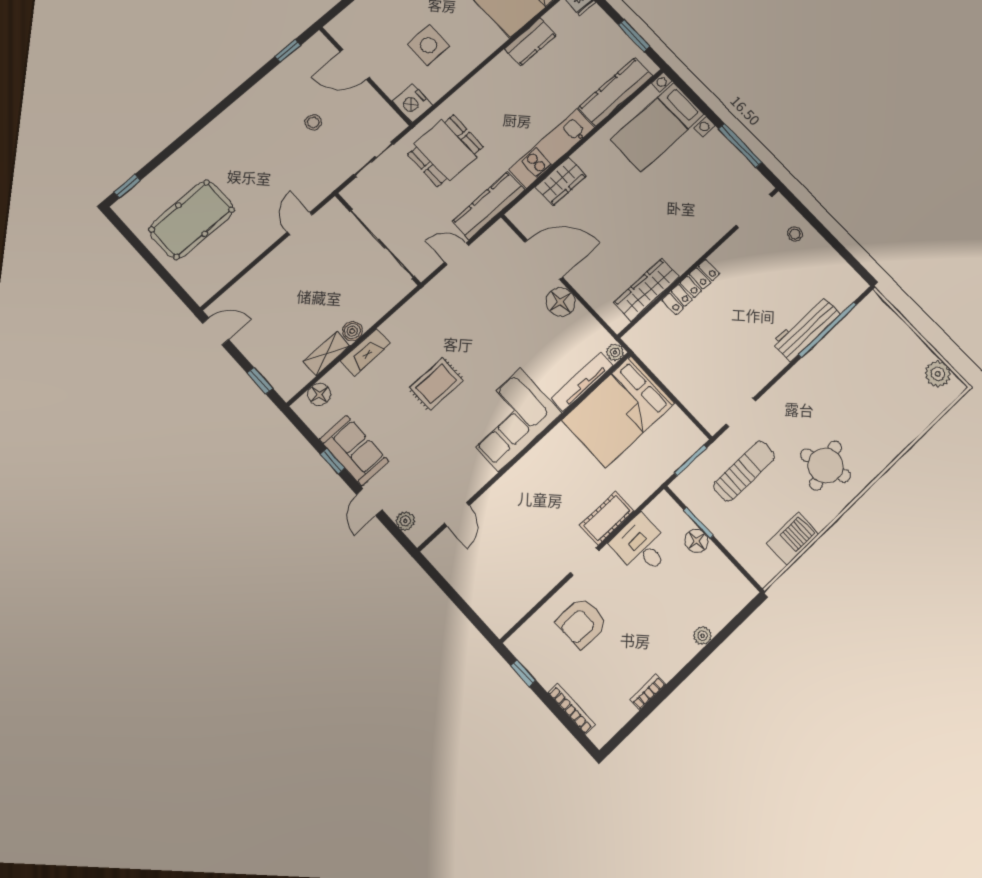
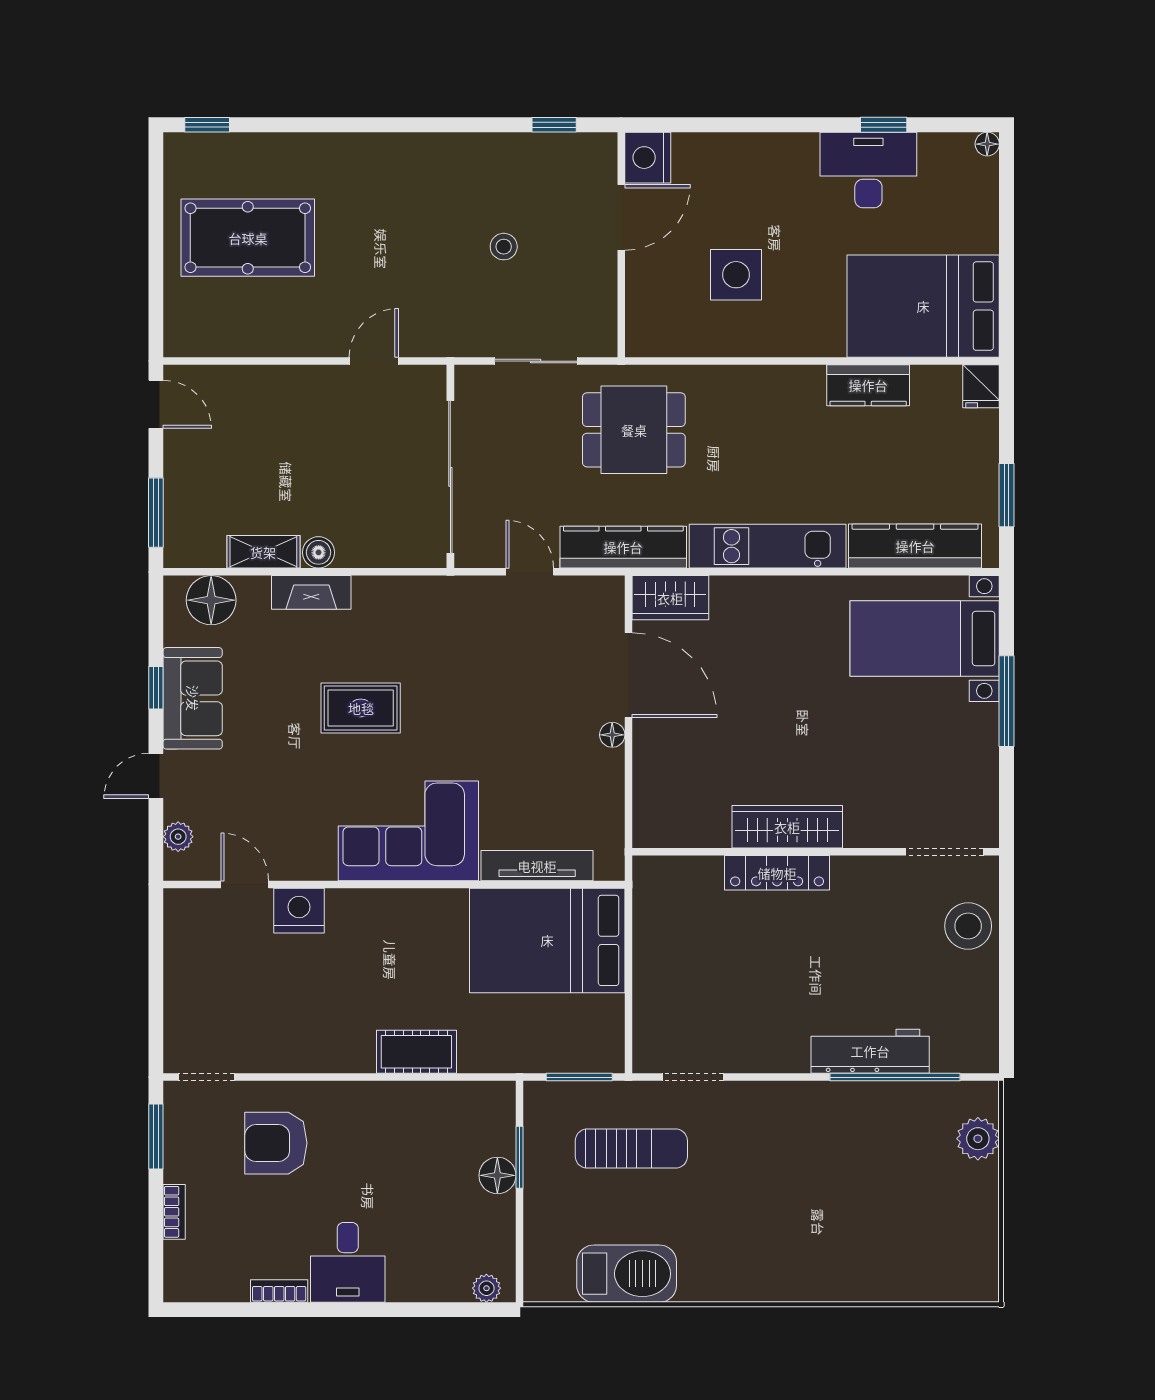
door: (355, 65) -> (621, 217), swing flipped
nightstand: (412, 103) -> (648, 158), moved
window: (740, 146) -> (1006, 701), moved
wardrobe: (561, 181) -> (670, 598), moved
stool: (795, 234) -> (968, 926), width x1.89, depth x1.89
wardrobe: (647, 290) -> (787, 827), moved
floor lamp: (561, 302) -> (612, 735), width x0.53, depth x0.53
plant: (615, 352) -> (610, 867), removed
plant: (938, 374) -> (978, 1139), moved
window: (260, 381) -> (156, 513), width x1.50
floor lamp: (319, 394) -> (211, 600), width x1.38, depth x1.38
round table: (825, 465) -> (735, 1232), removed
nightstand: (493, 503) -> (299, 911), added
door: (457, 514) -> (245, 884), swing flipped
barbecue: (793, 539) -> (627, 1274), width x1.37, depth x1.21
desk: (641, 546) -> (348, 1262), moved, turned 180
doorway: (585, 562) -> (207, 1077), moved
plant: (703, 636) -> (486, 1288), moved
window: (523, 673) -> (156, 1136), width x1.50
bookcase: (571, 709) -> (174, 1212), width x0.64

